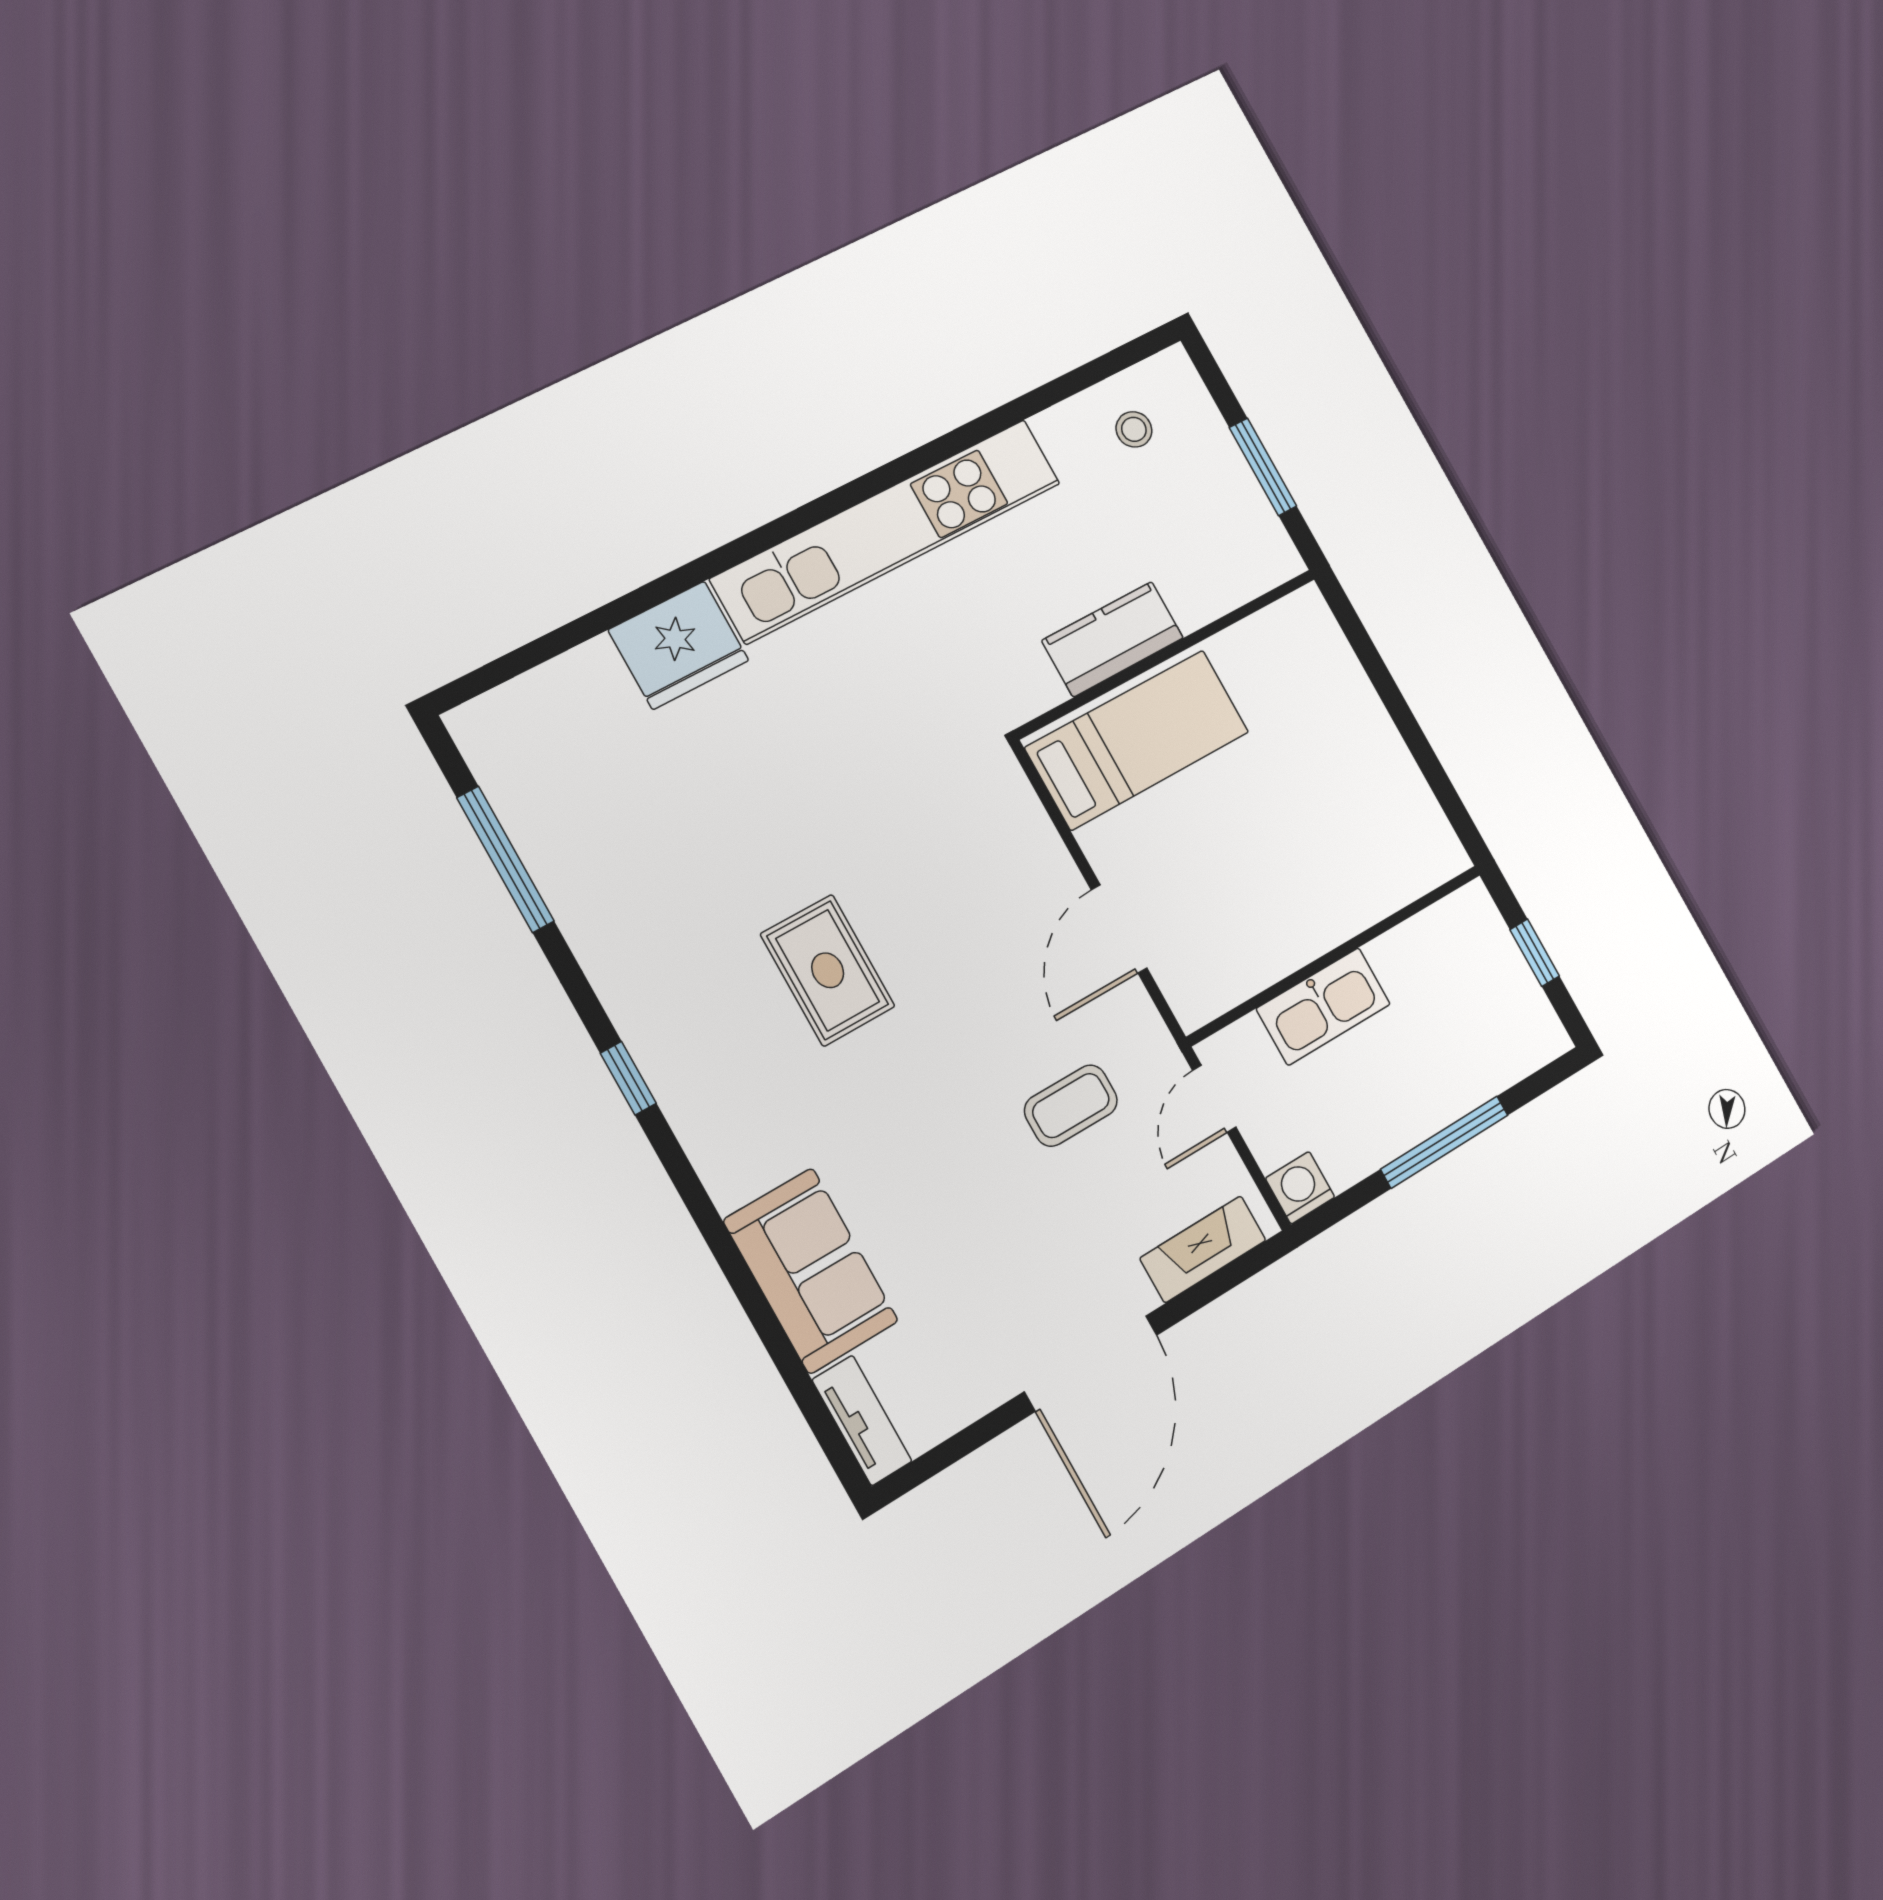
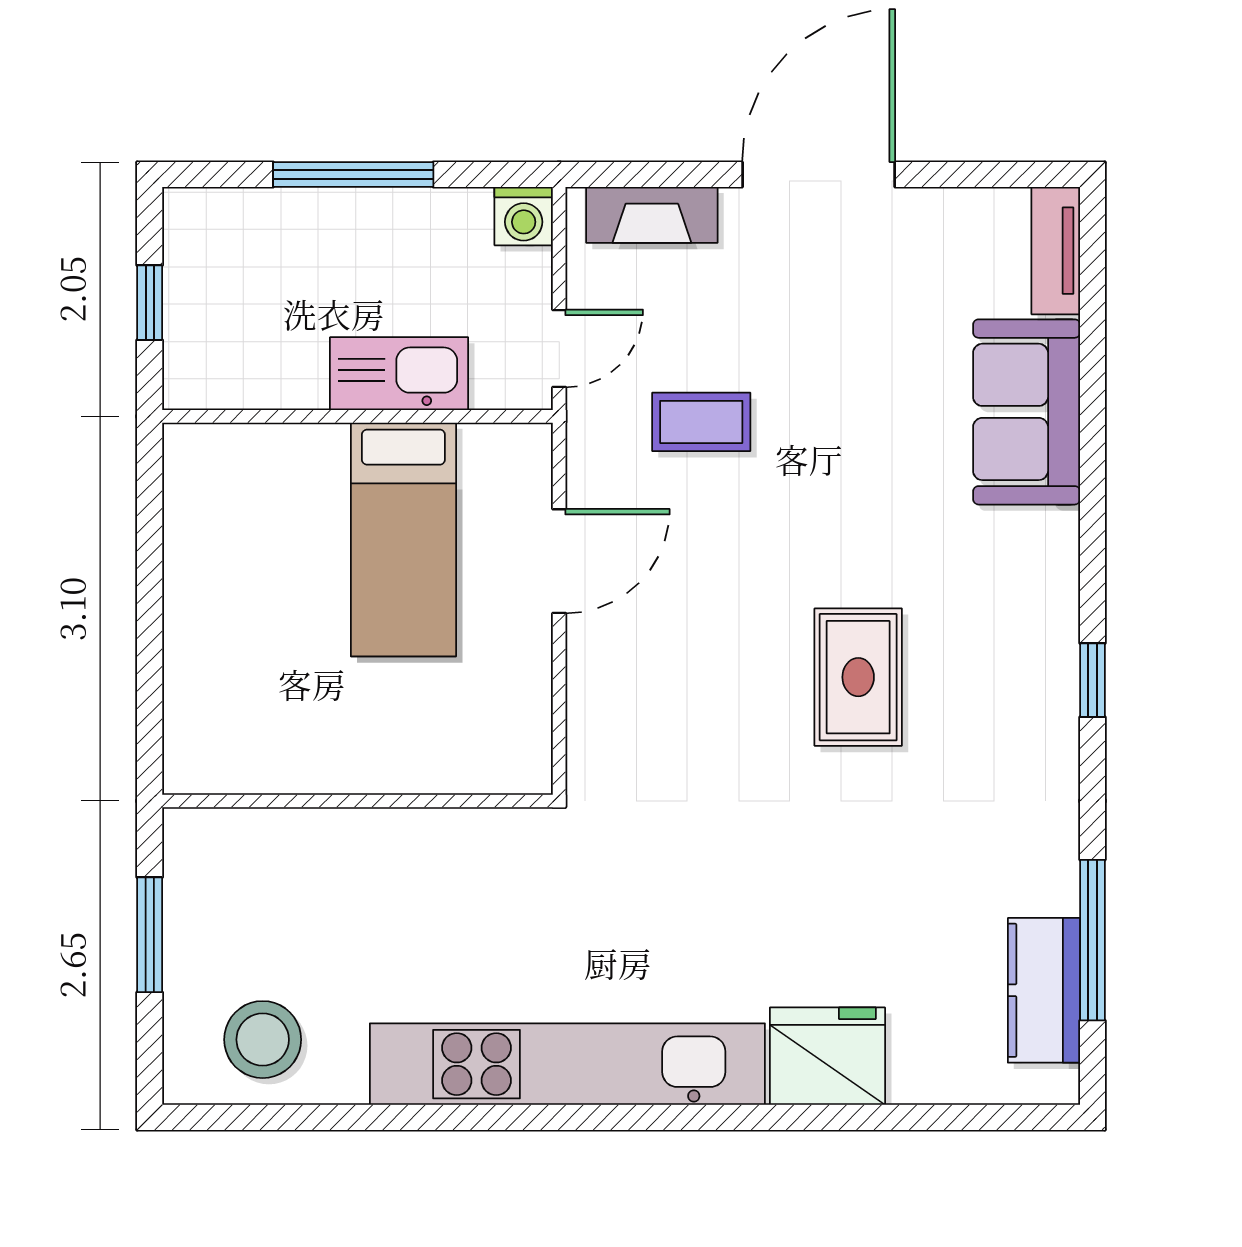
stool: (1134, 429) -> (263, 1040), width x1.89, depth x1.89
kitchen counter: (1113, 639) -> (1044, 990), moved, turned 90
bed: (1137, 740) -> (403, 539), moved, turned -90

